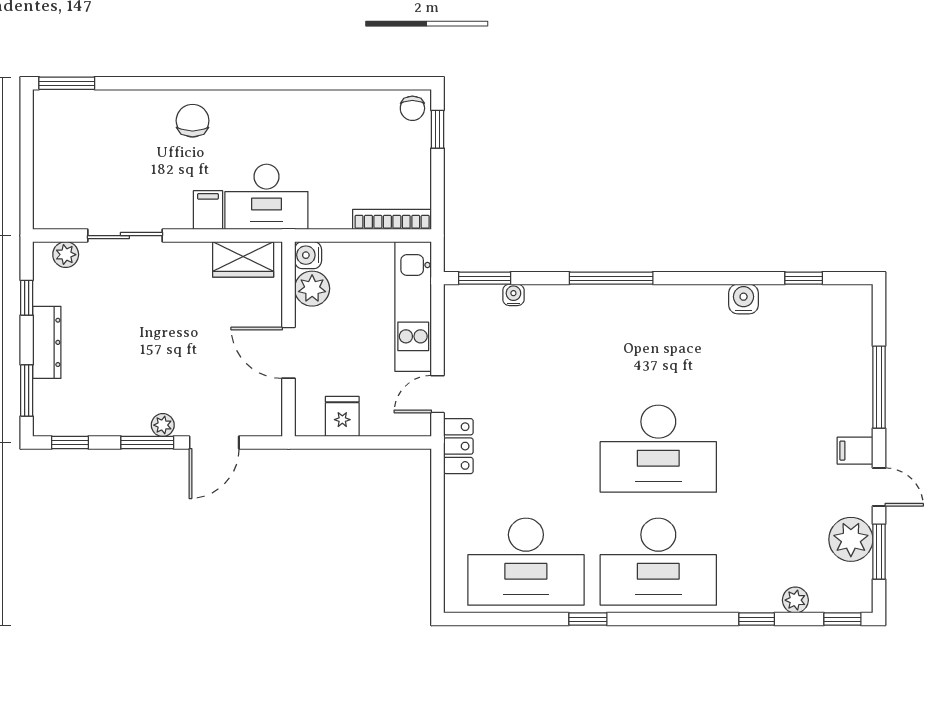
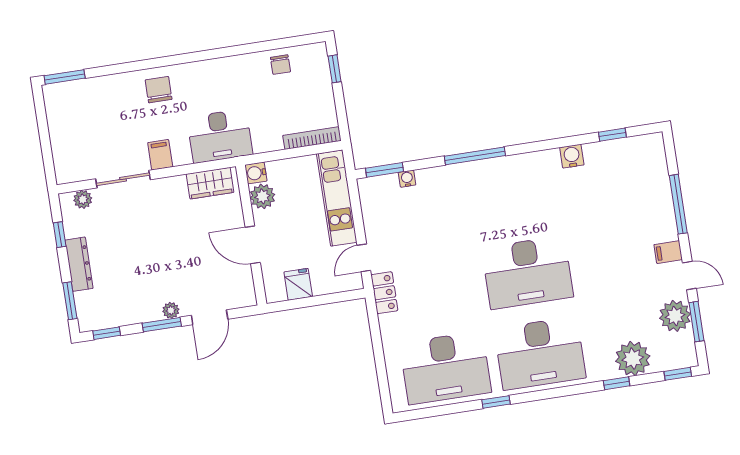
chair: (412, 108) -> (280, 65), moved
filing cabinet: (208, 210) -> (160, 155), moved
plant: (795, 600) -> (633, 359), width x1.87, depth x1.87

